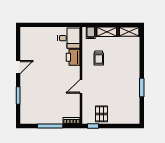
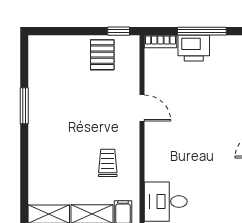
printer: (73, 57) -> (194, 48), moved, turned 90
door: (81, 86) -> (142, 108), hinge flipped

